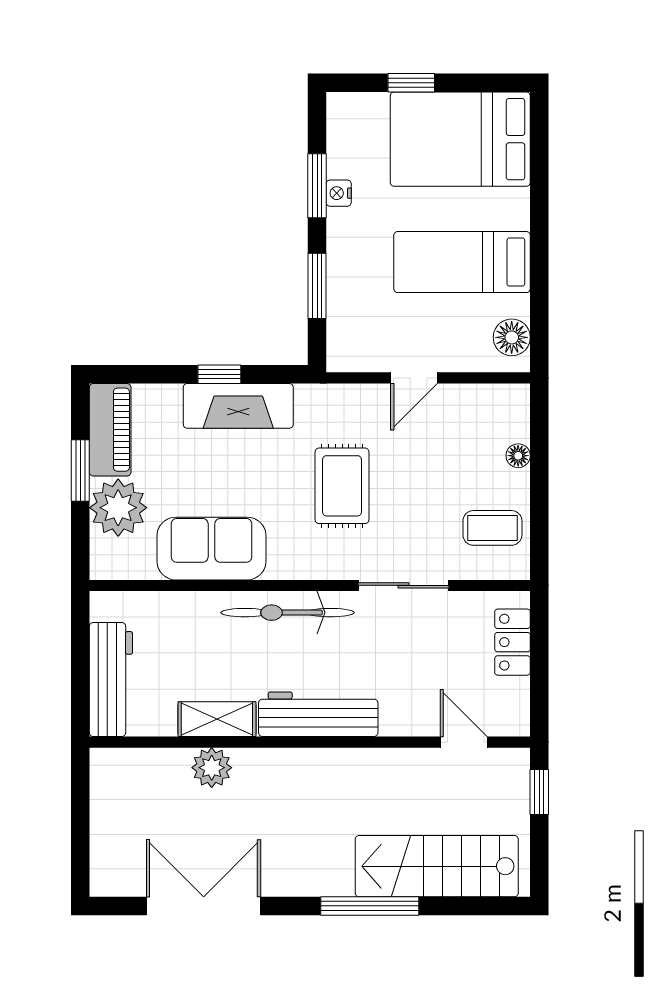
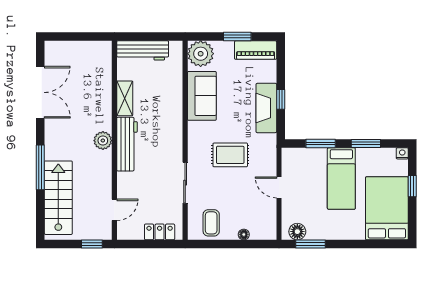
nightstand: (339, 193) -> (402, 153), moved
bed: (462, 262) -> (341, 179), moved, turned 180
window: (539, 308) -> (311, 244), added
plant: (118, 508) -> (201, 54), moved
bicycle: (288, 613) -> (173, 130), removed
plant: (212, 768) -> (103, 141), moved

